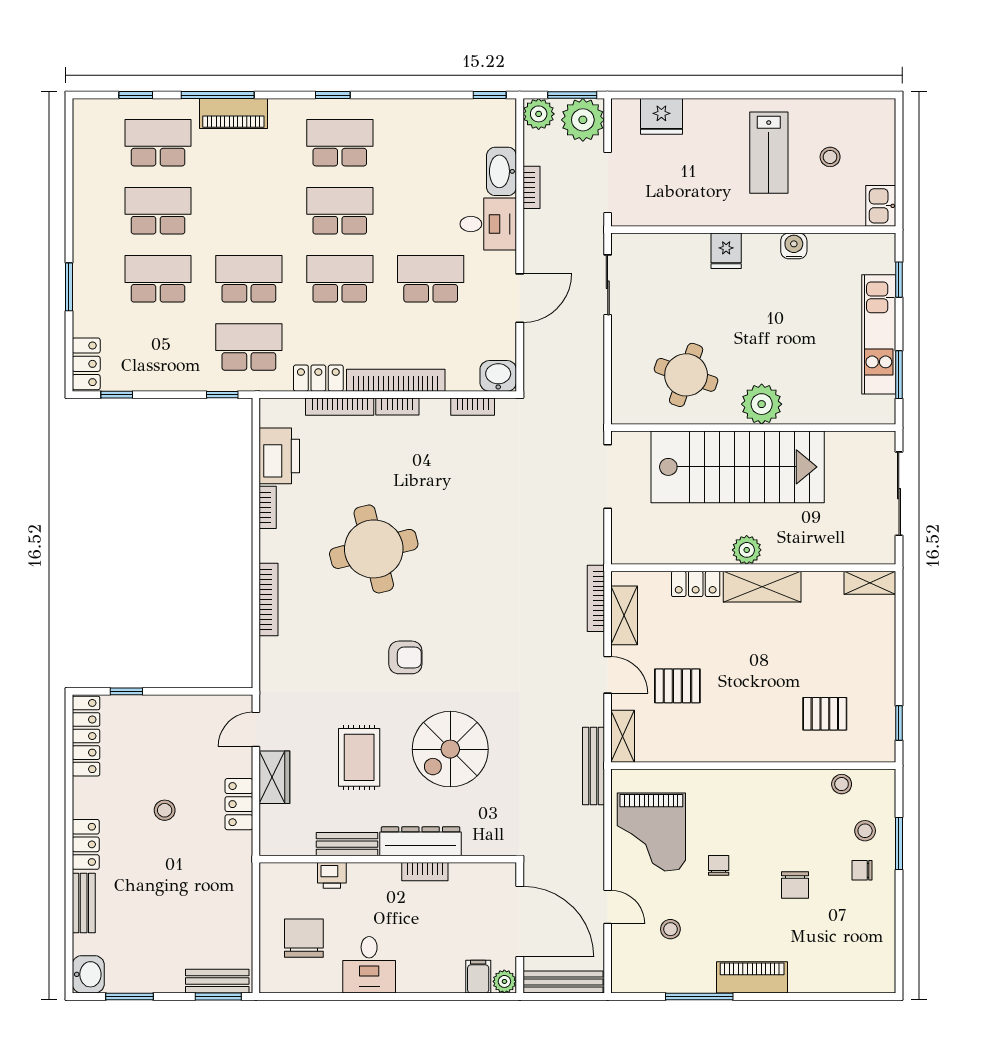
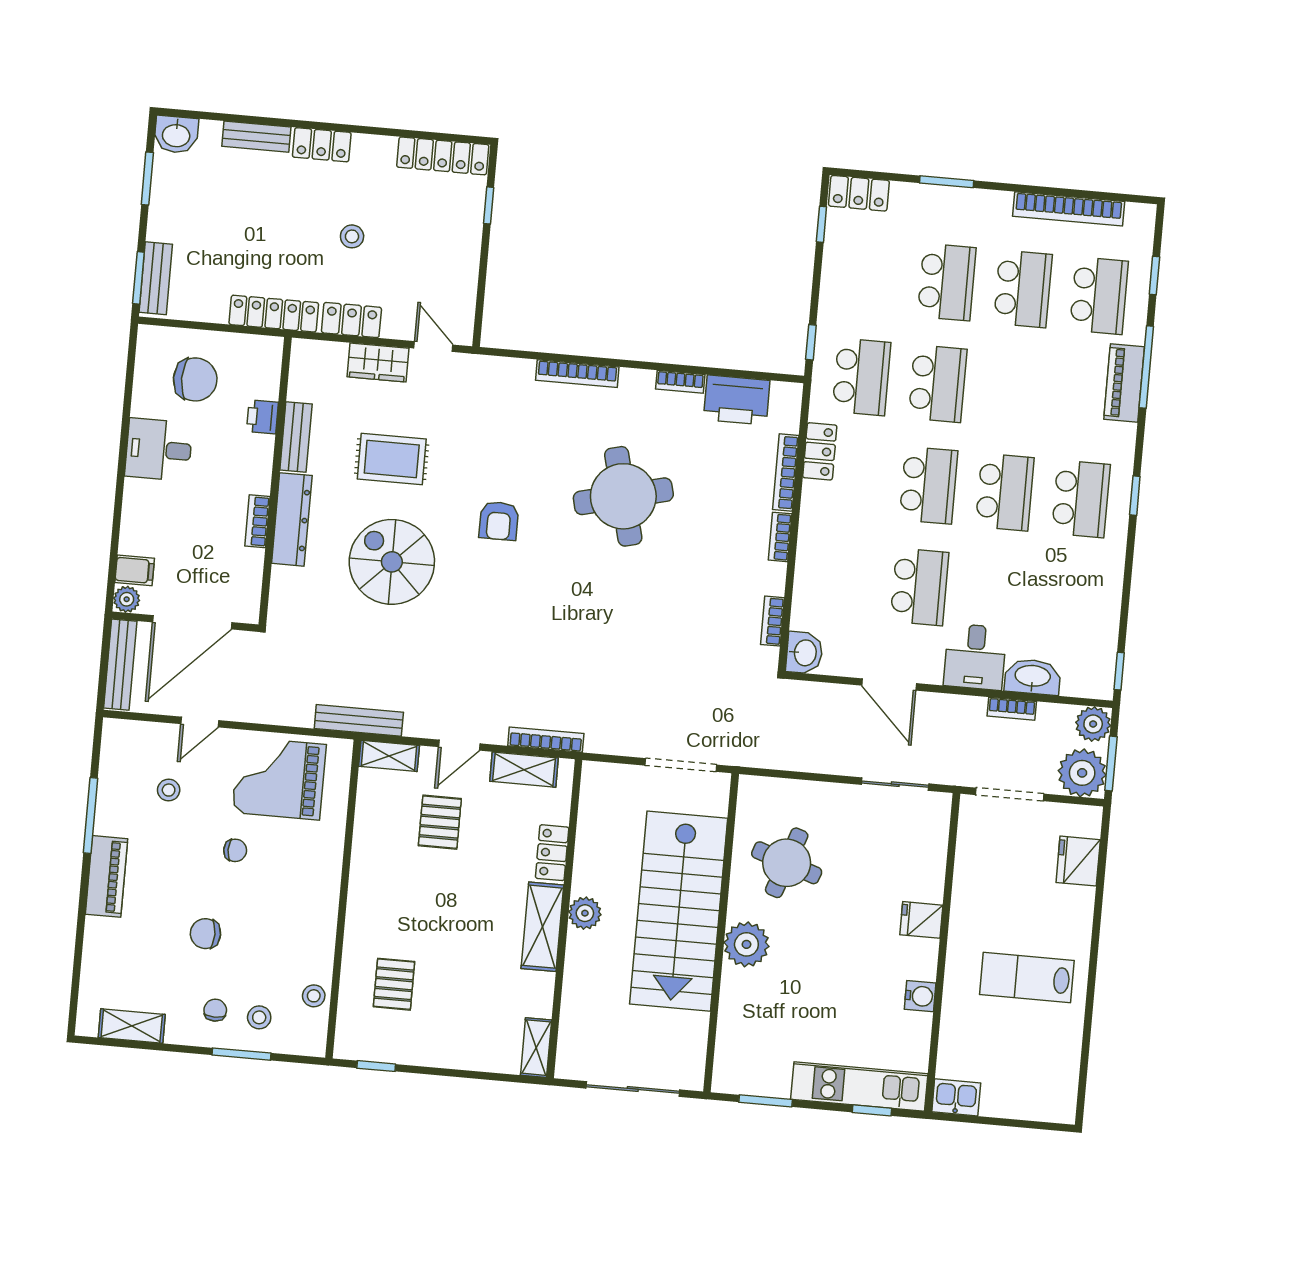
stool: (830, 157) -> (1016, 1046), removed
kitchen unit: (879, 334) -> (859, 1087), moved
bookcase: (396, 380) -> (1069, 209), moved, turned 90
locker: (239, 874) -> (274, 314), added
shelving: (883, 943) -> (132, 1026), added

